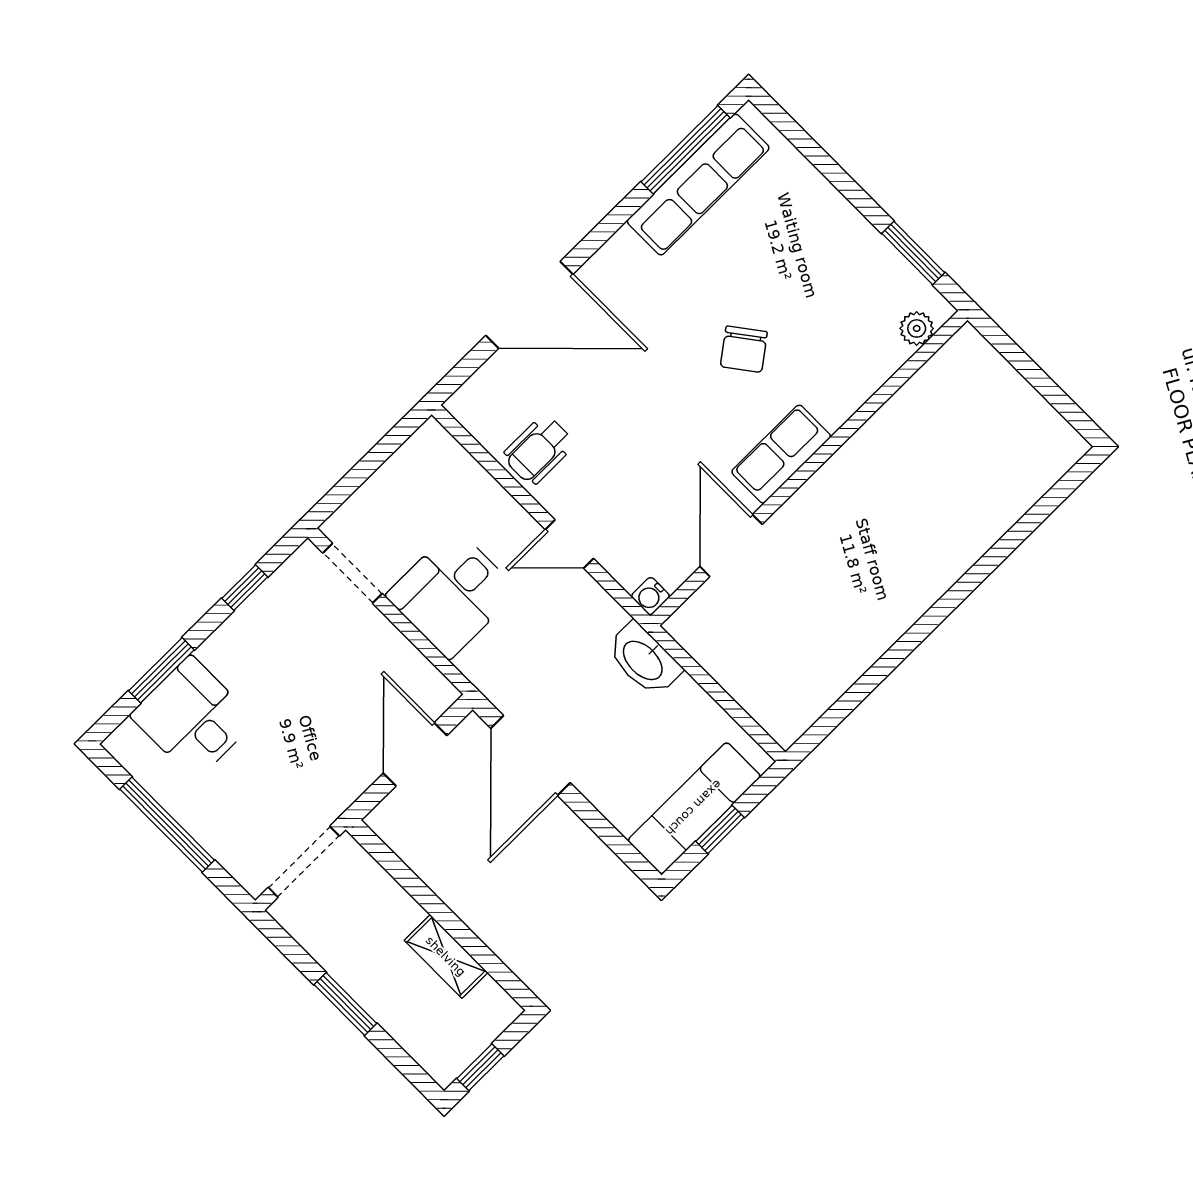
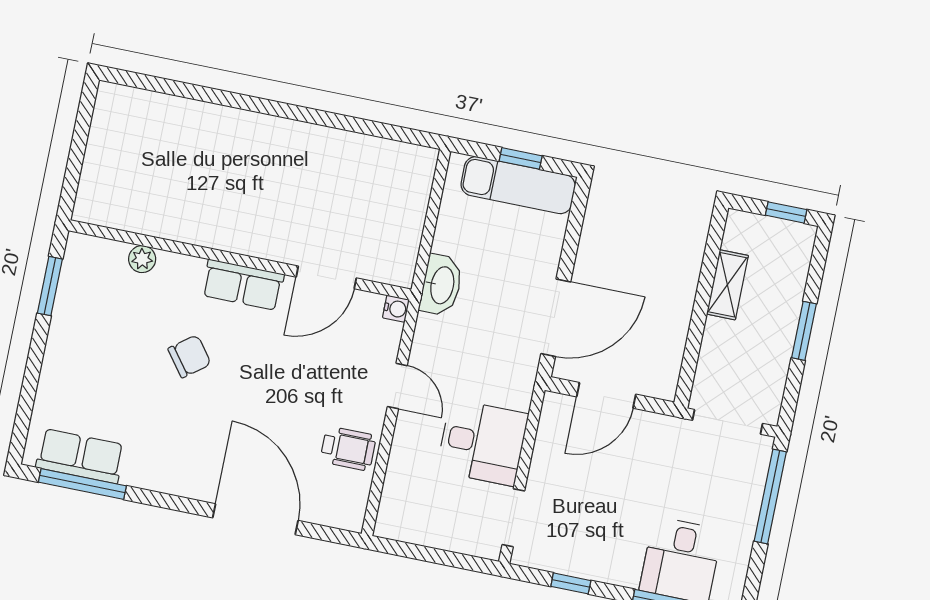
row of seats: (698, 185) -> (80, 456), width x0.68
plant: (917, 328) -> (142, 259), moved
window: (167, 825) -> (770, 497), moved

